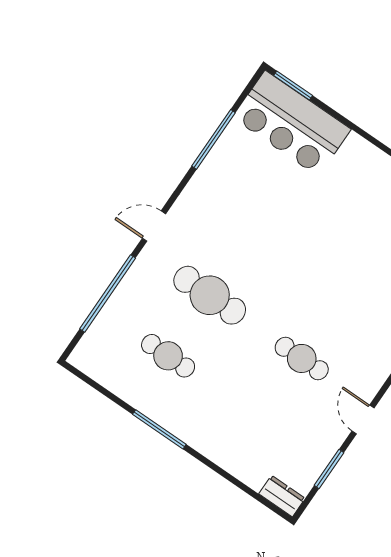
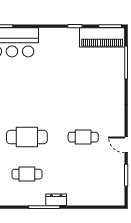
dresser: (282, 496) -> (56, 200), moved

